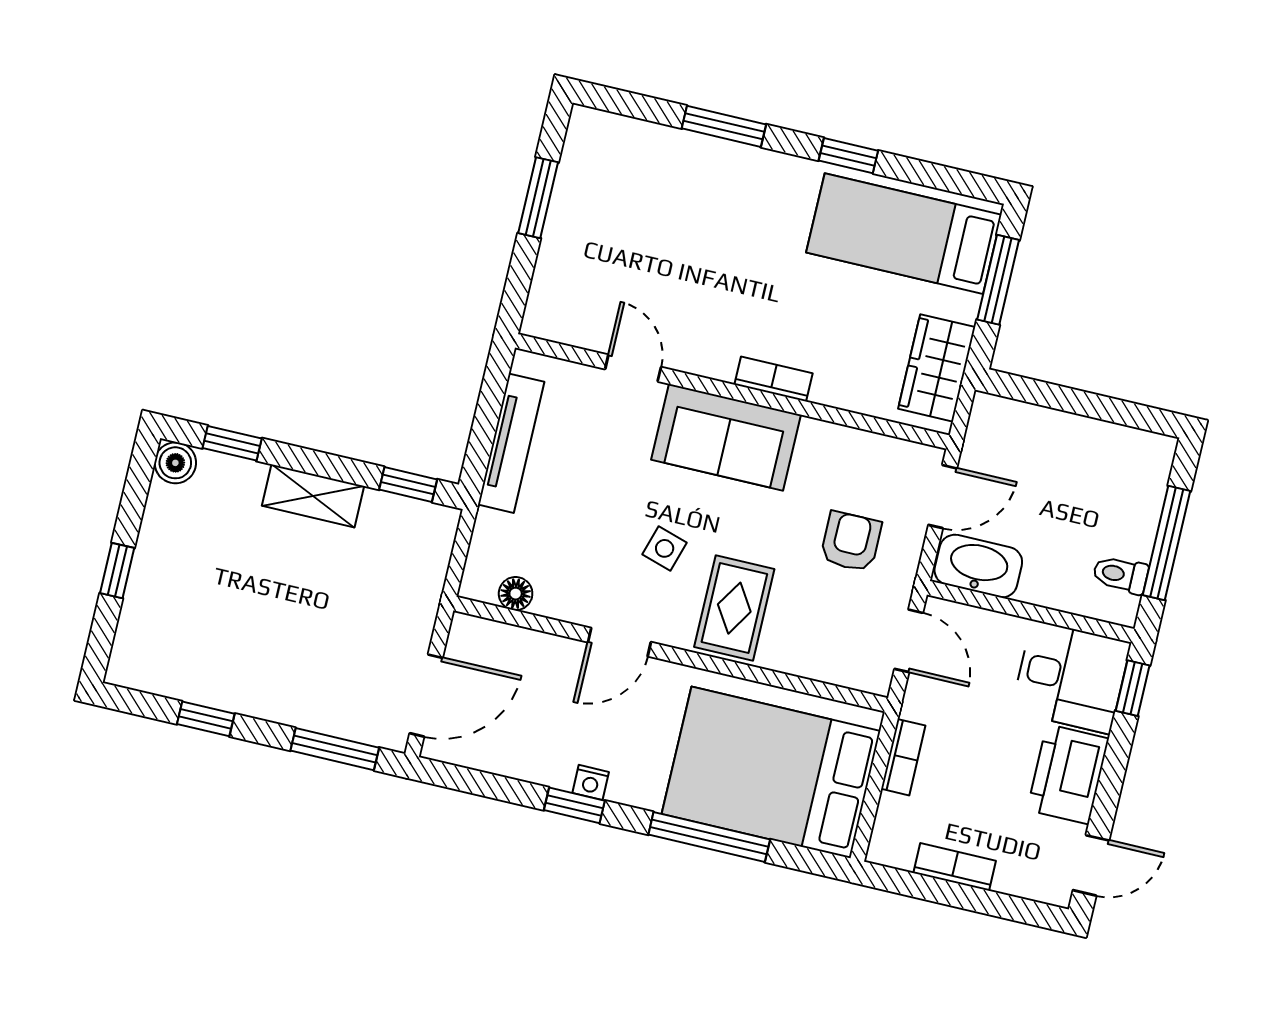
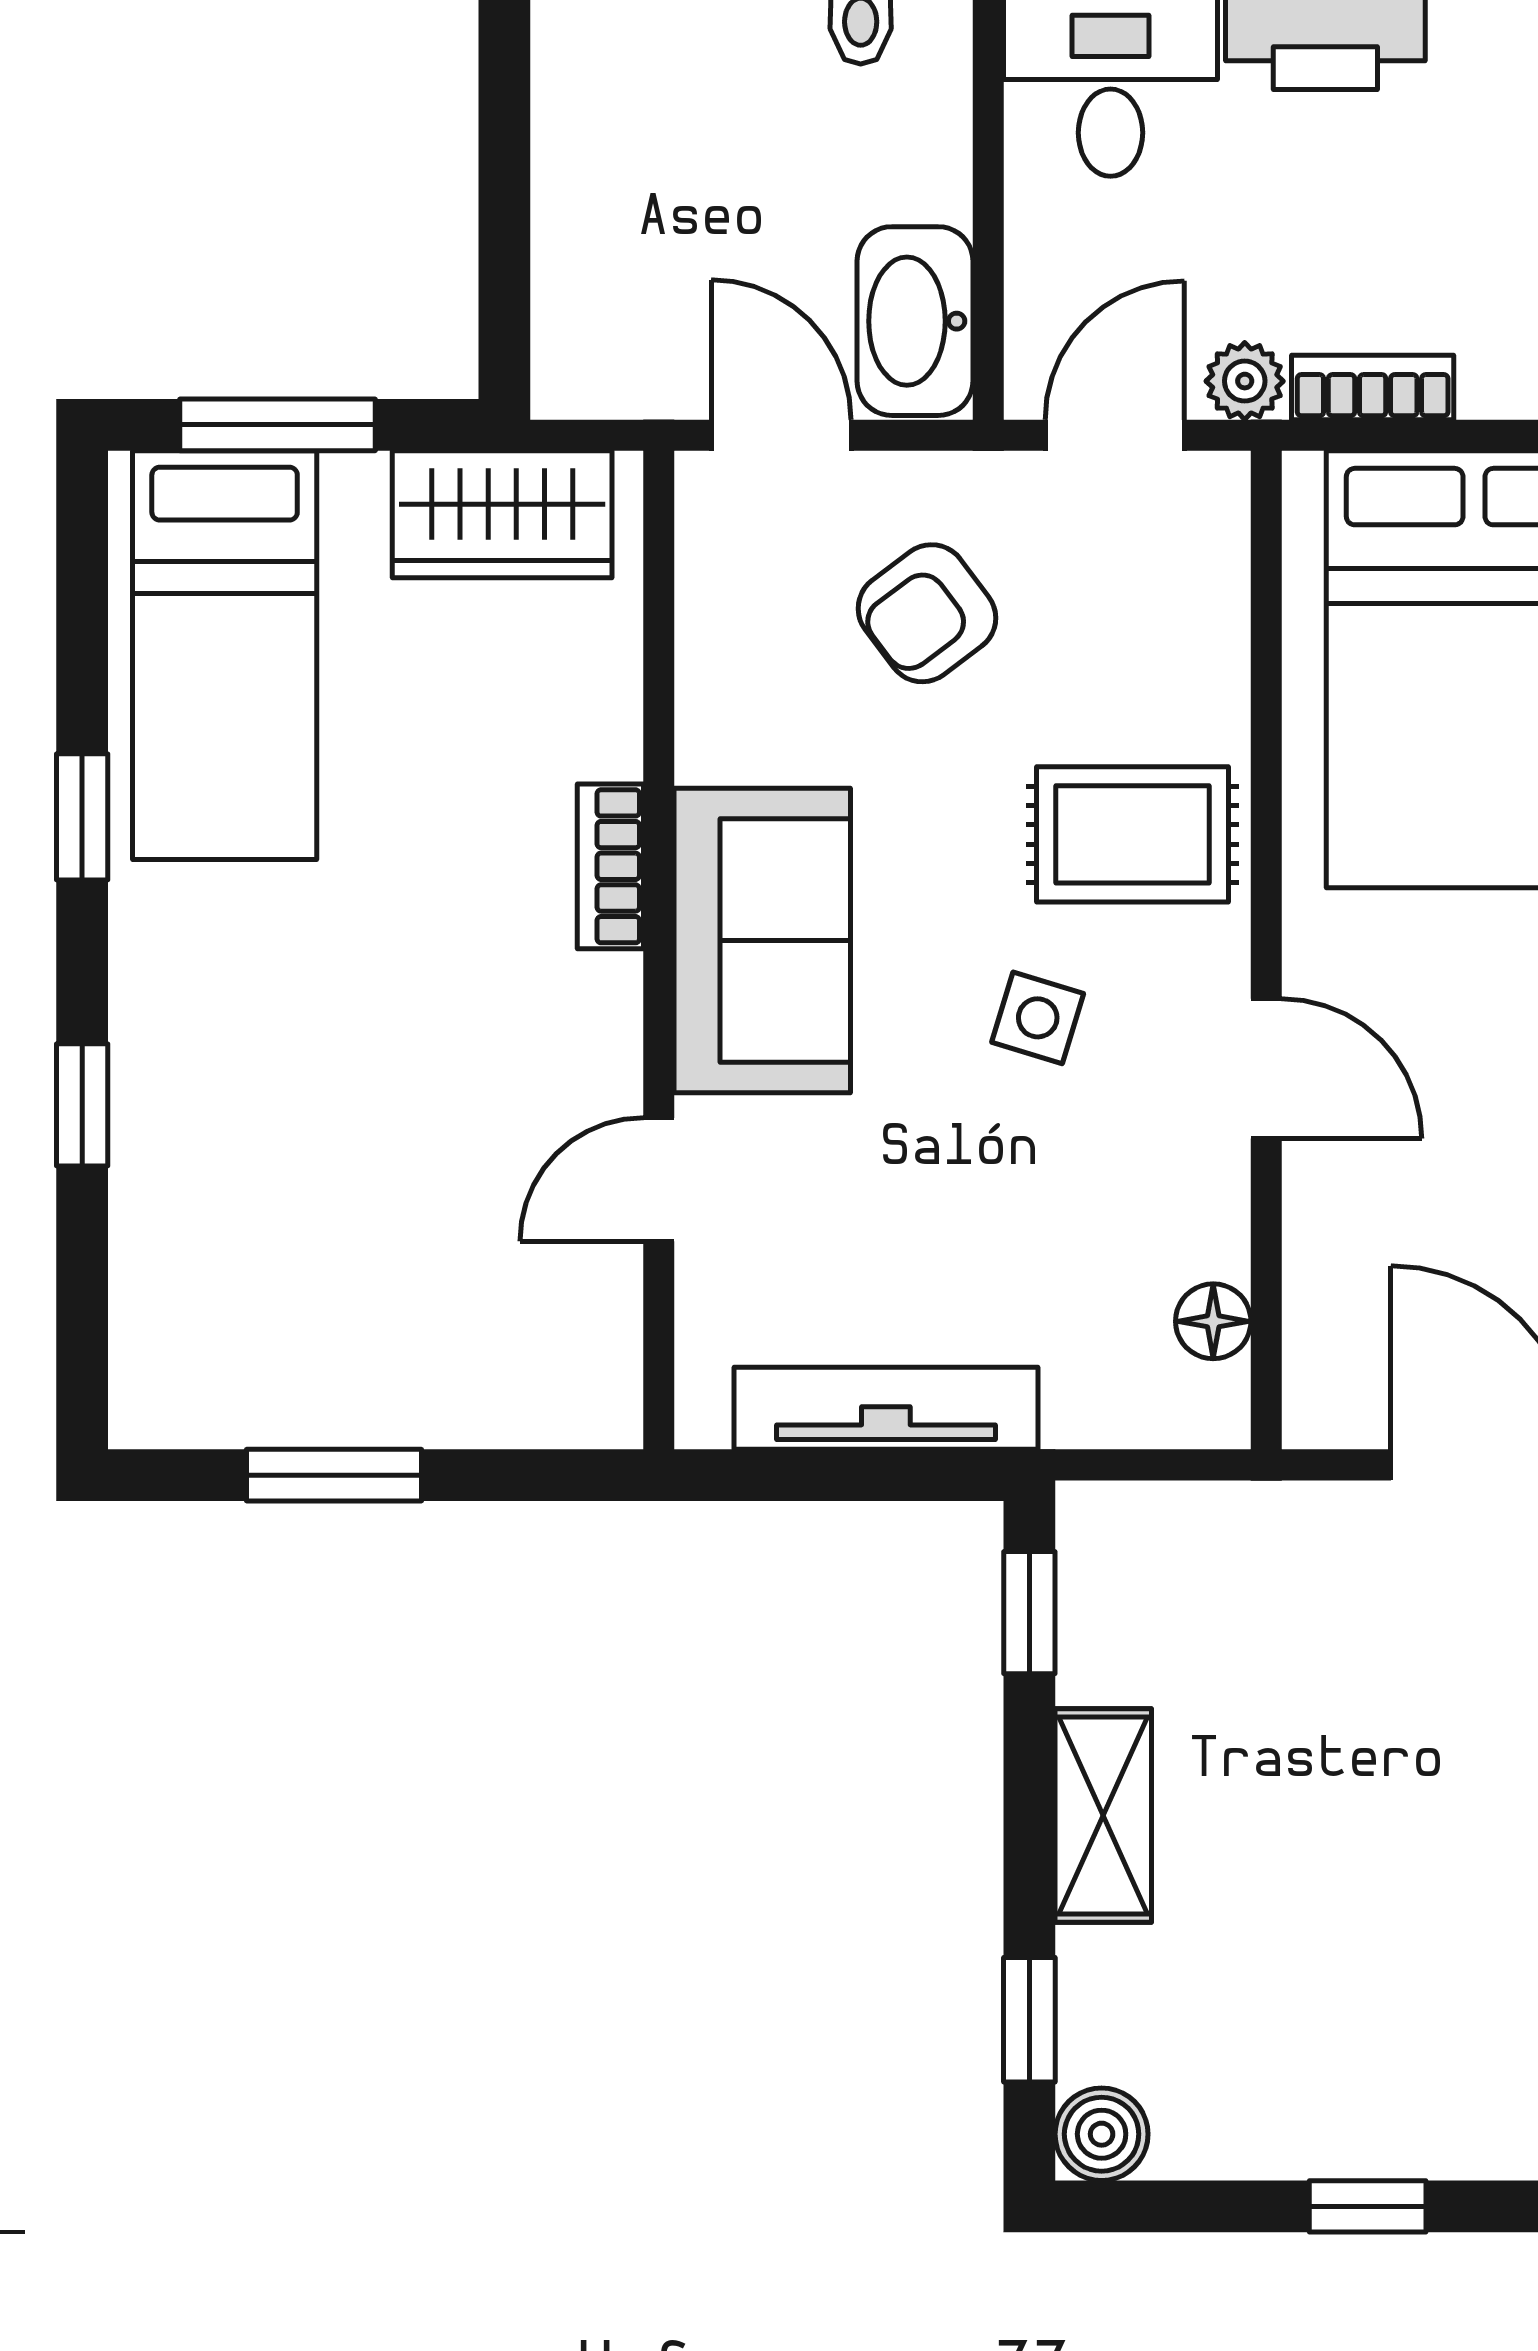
window: (724, 126) -> (82, 1105), width x0.67
armchair: (851, 542) -> (927, 613), turned -37
plant: (919, 703) -> (1245, 381), added

